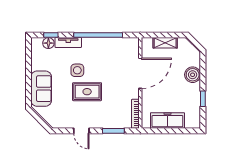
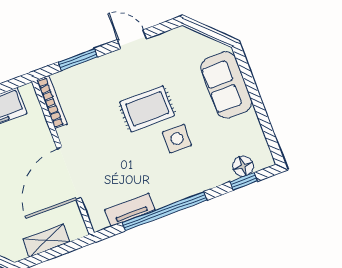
tv unit: (68, 42) -> (130, 210), moved

